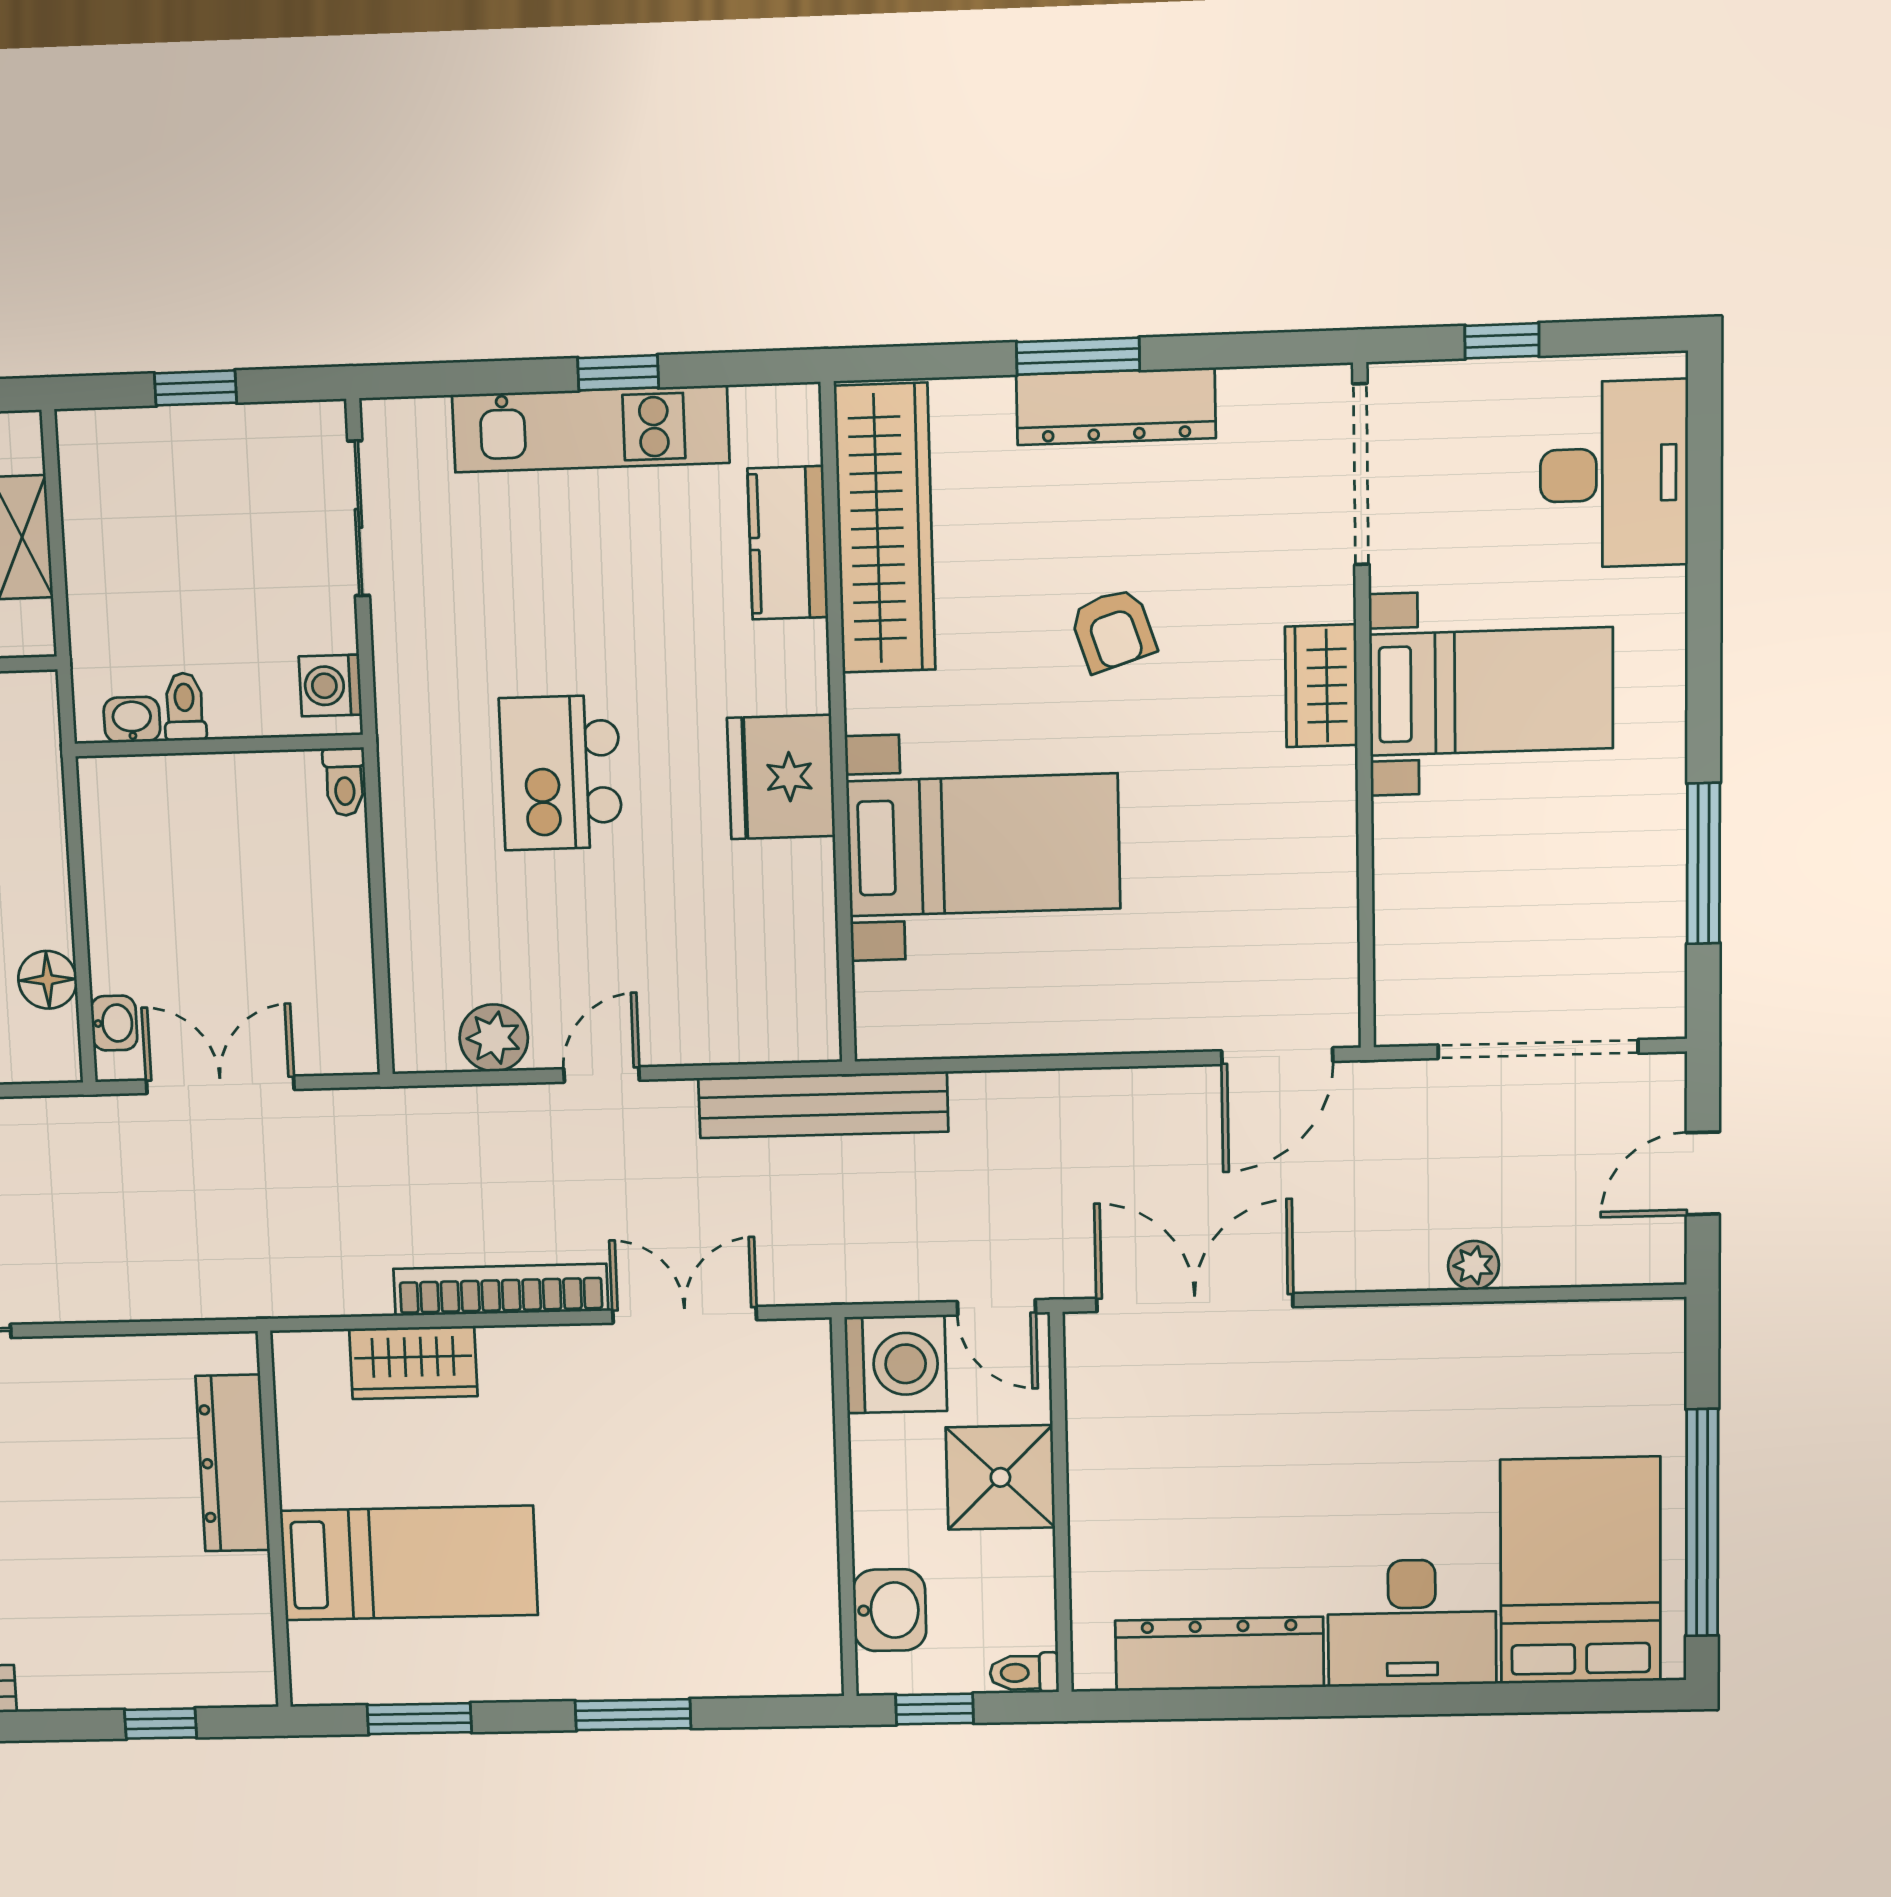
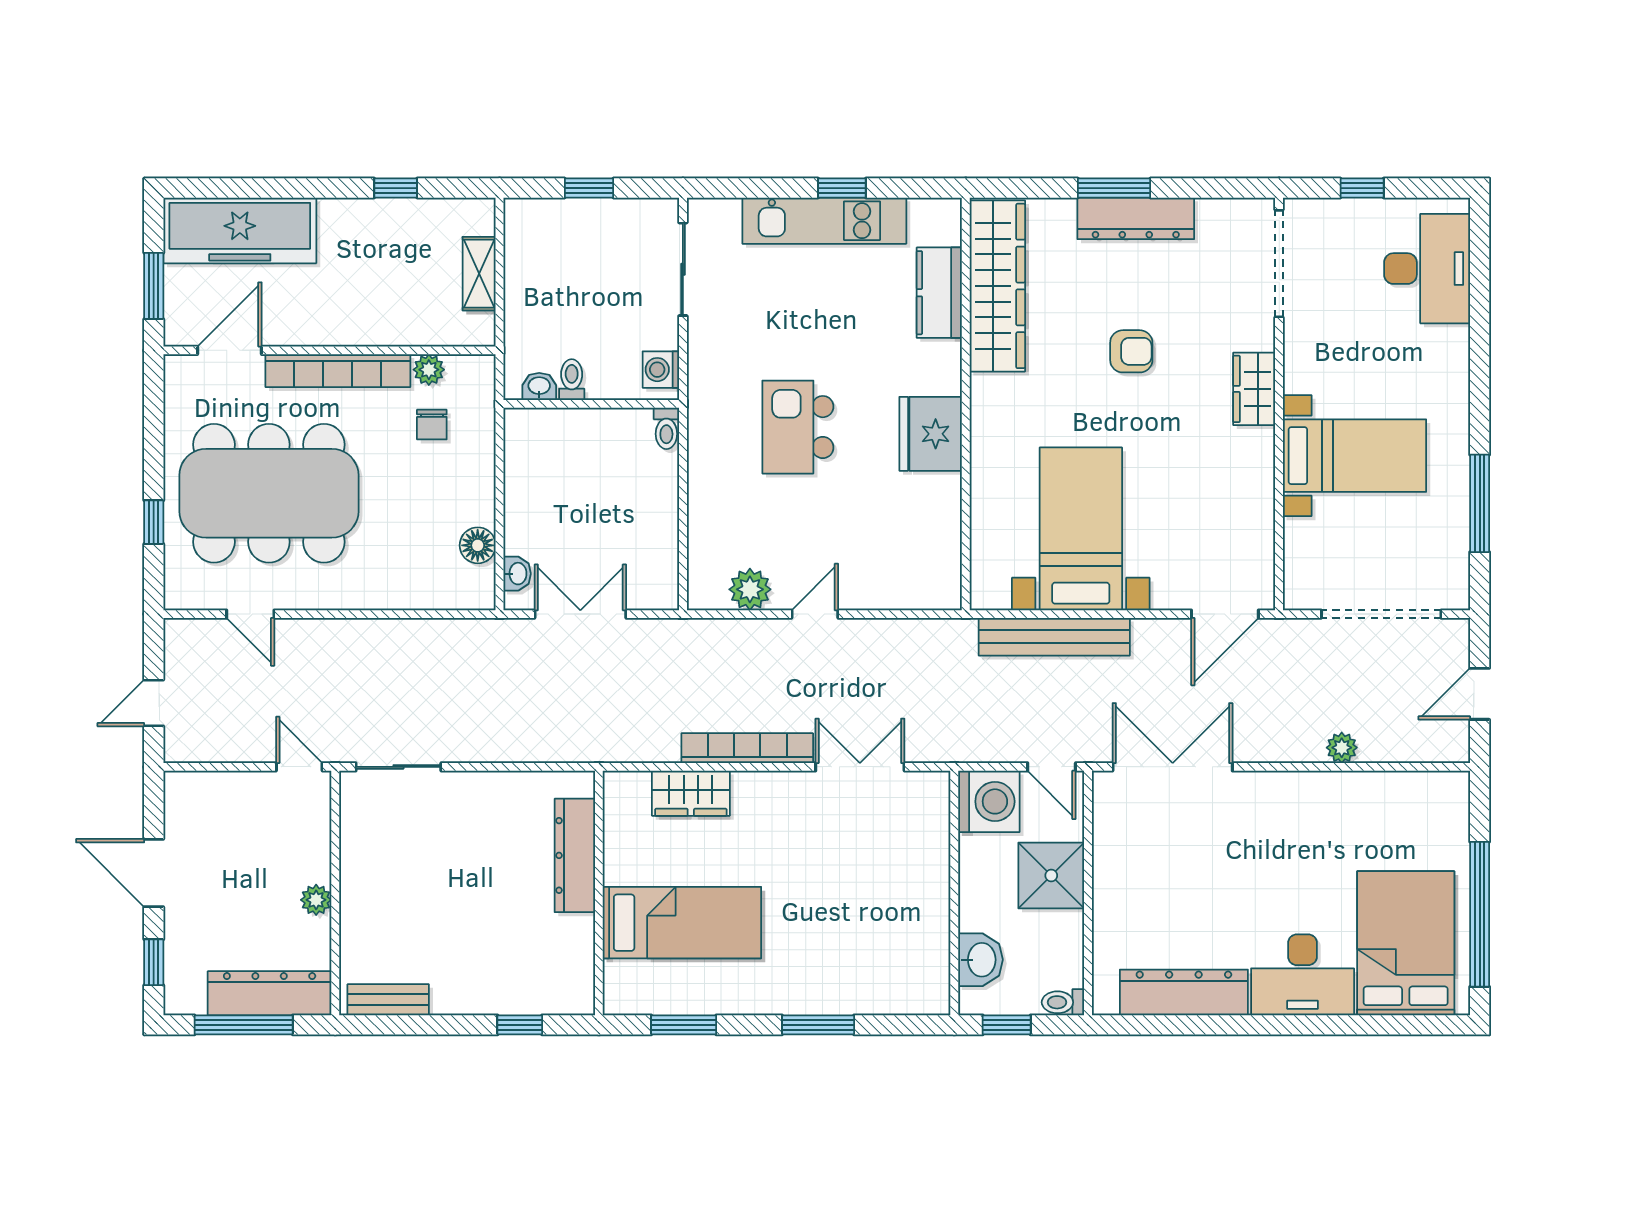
armchair: (1113, 630) -> (1131, 351), turned -72
bed with nightstands: (1491, 691) -> (1355, 456), moved
bed with nightstands: (983, 845) -> (1081, 529), moved, turned -90
bench: (823, 1105) -> (1054, 637), moved

